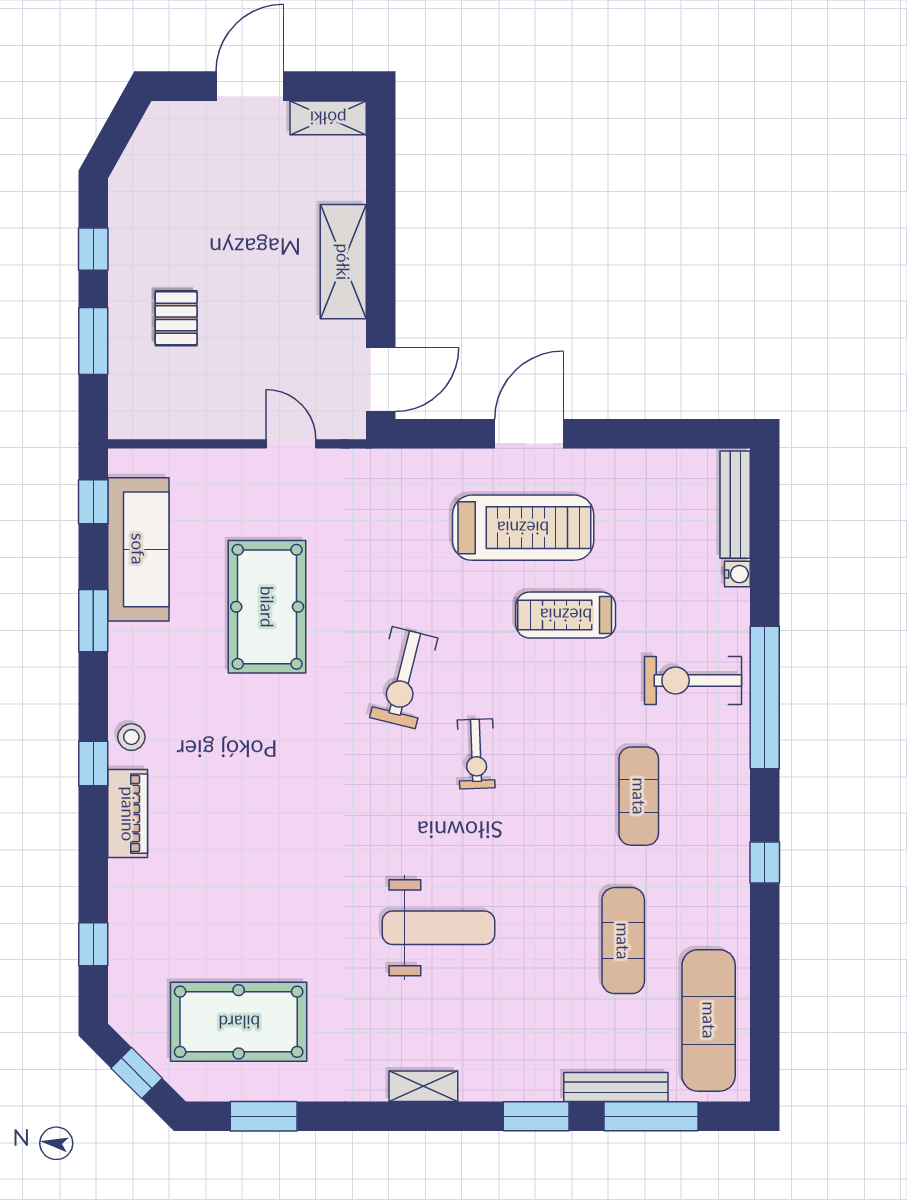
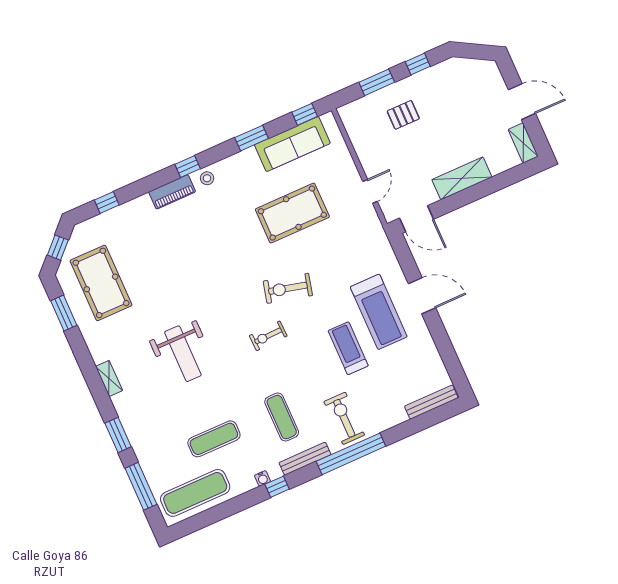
water cooler: (737, 574) -> (262, 478), moved
exercise mat: (639, 796) -> (282, 417), turned 90
bench: (616, 1087) -> (305, 459), moved, turned 90

